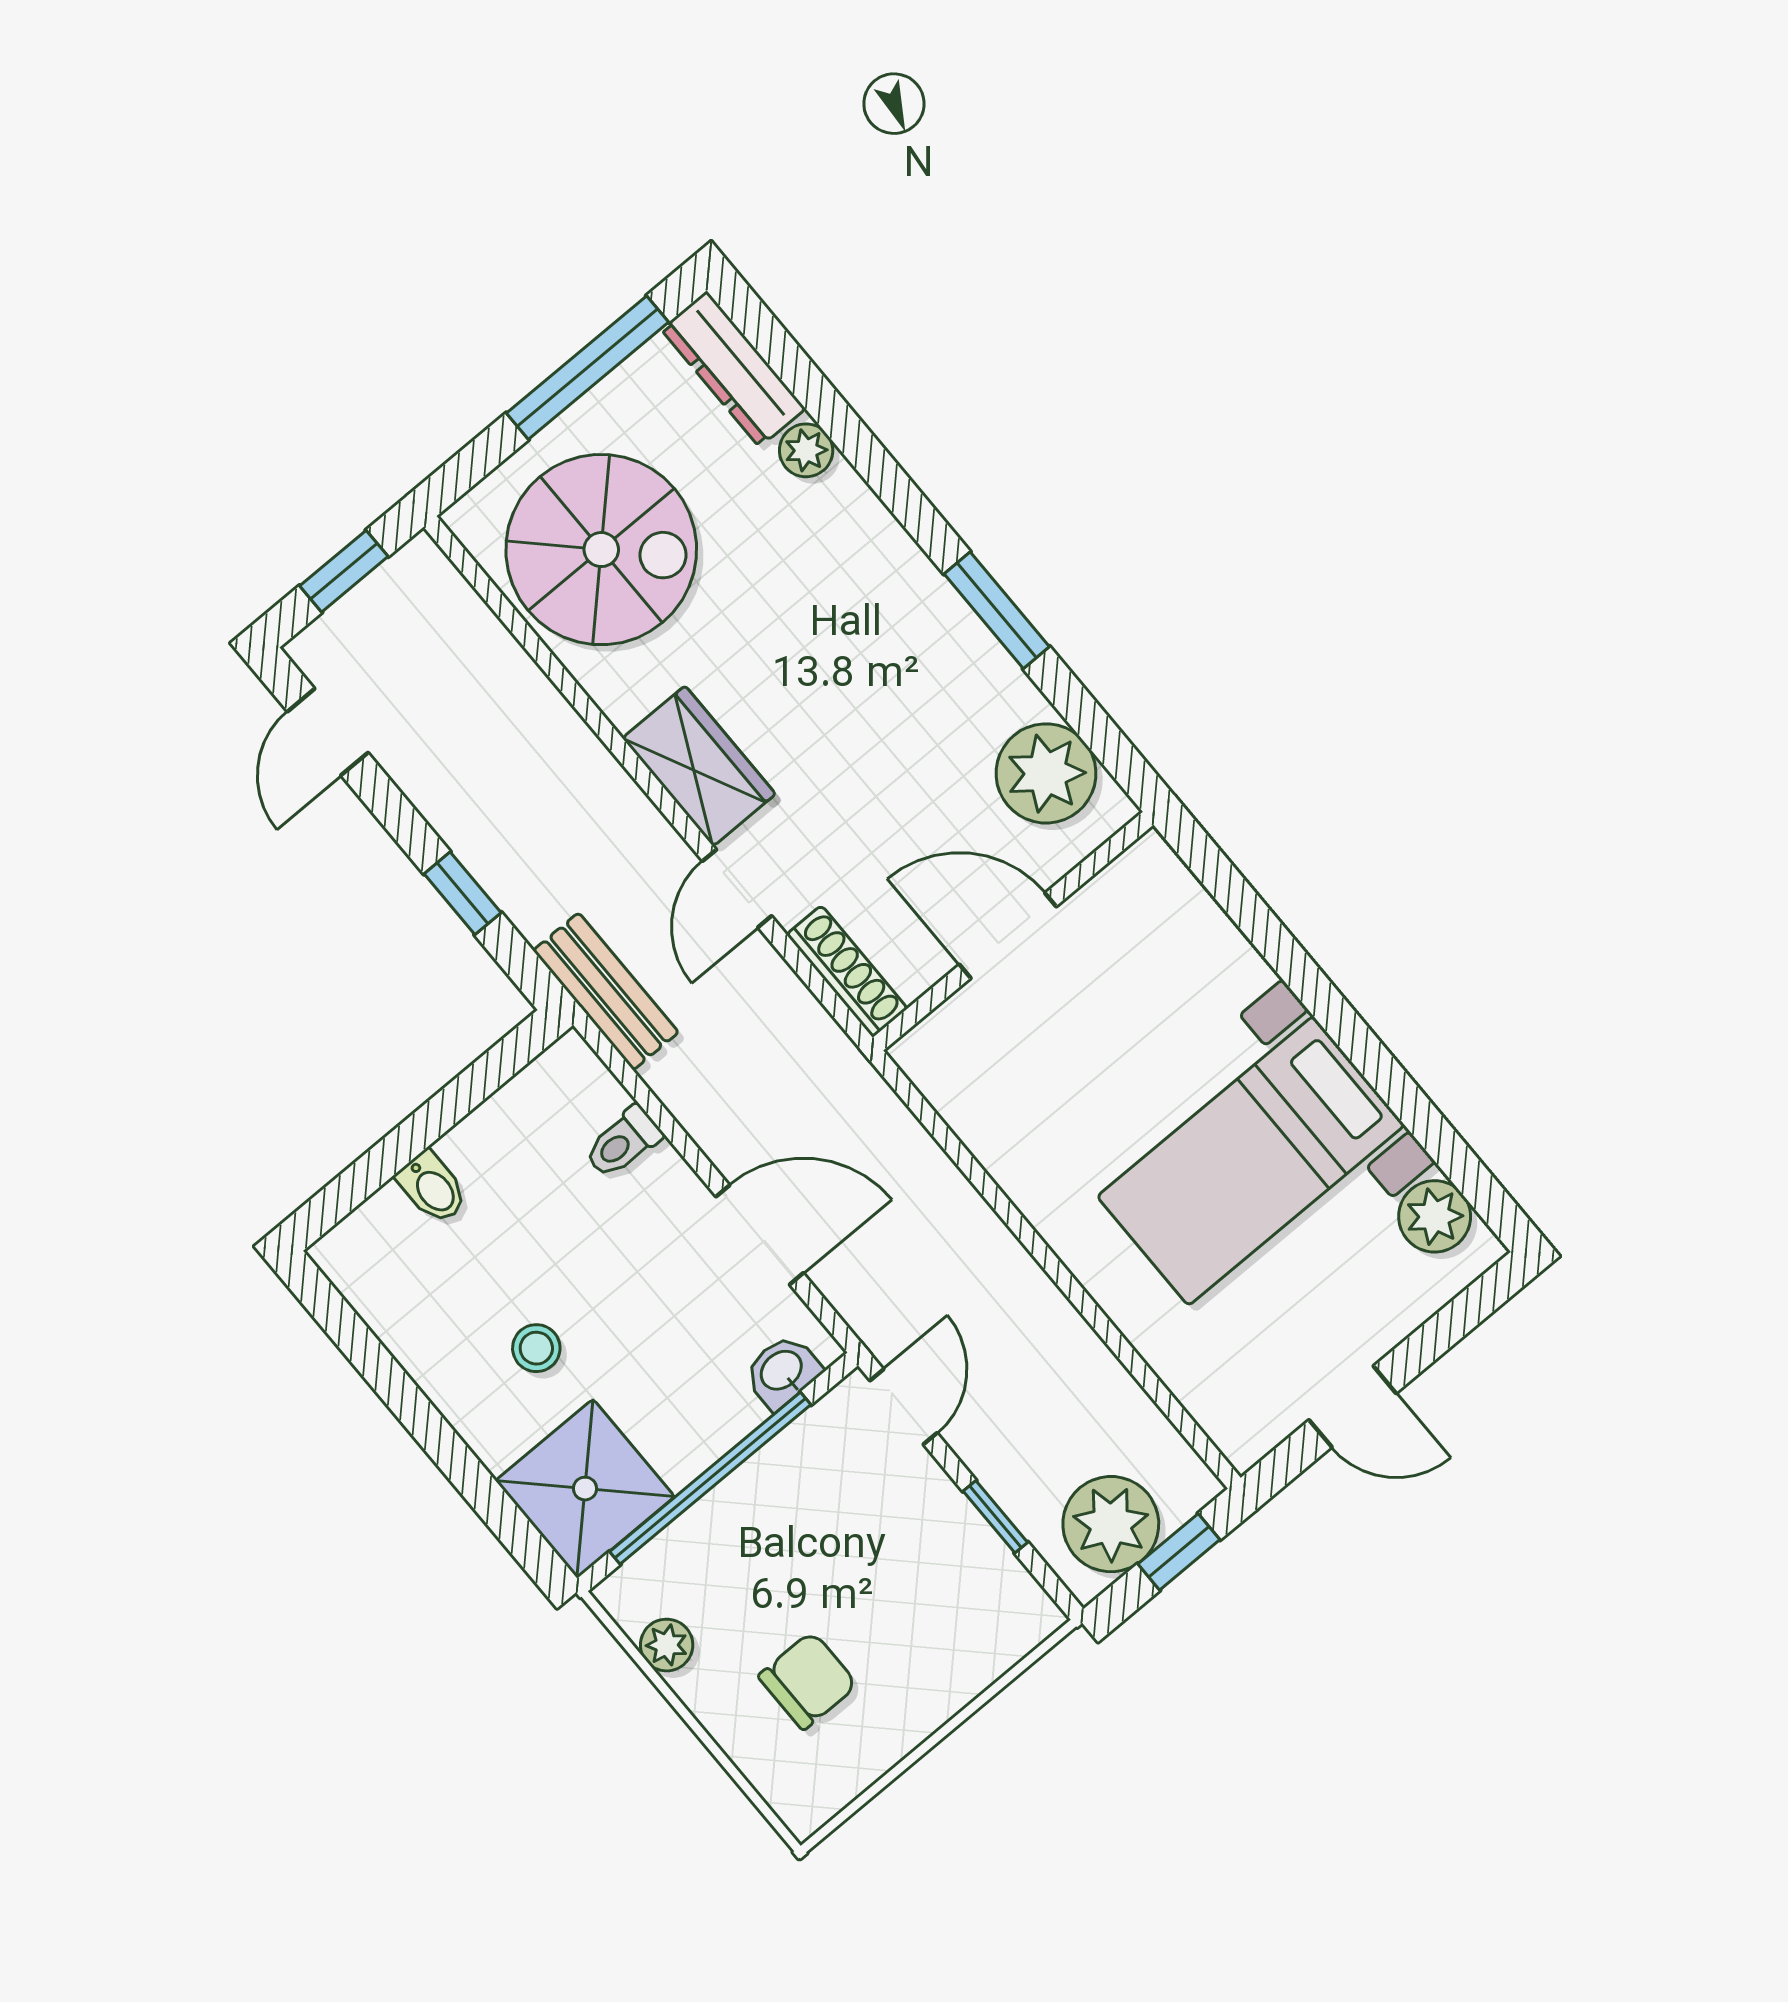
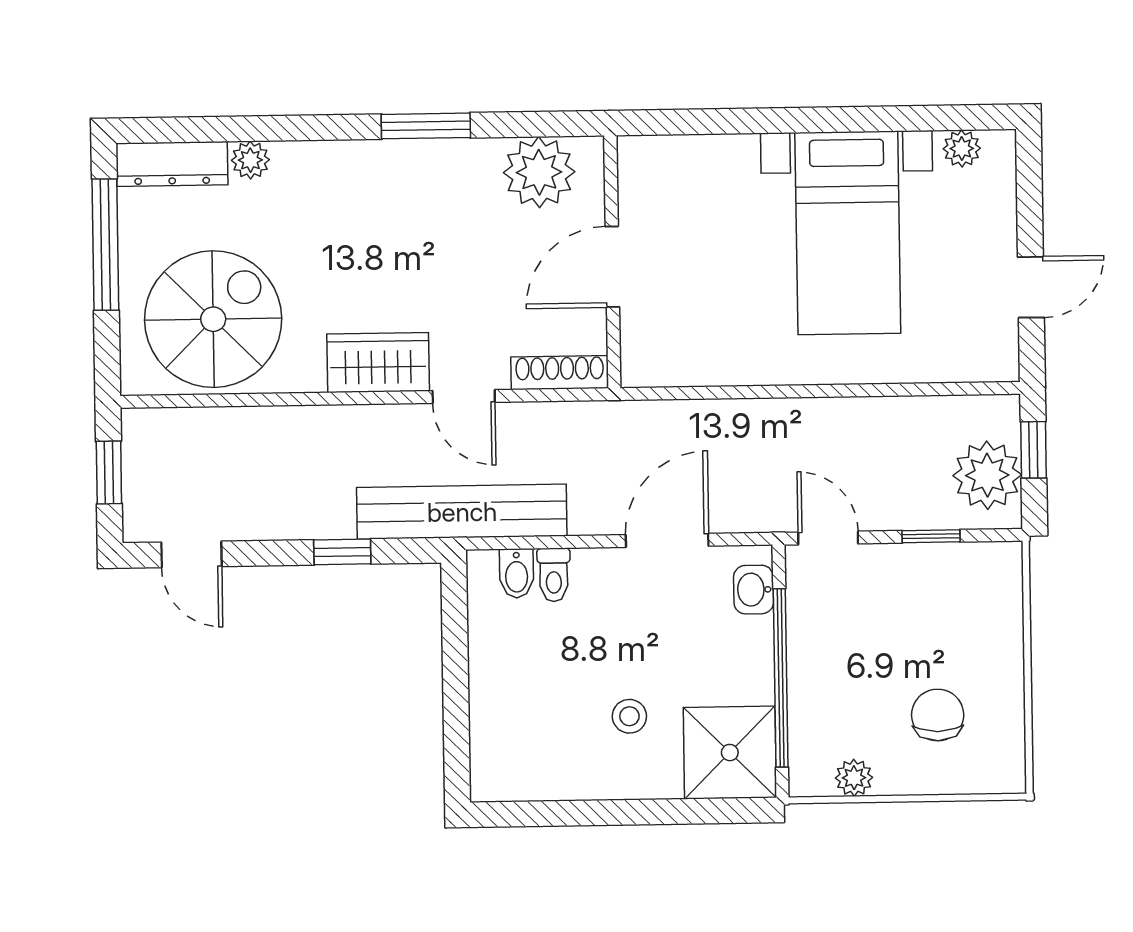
bench: (606, 991) -> (462, 512), width x1.86, depth x1.21
bidet: (432, 1187) -> (517, 573), moved, turned 90
plant: (1435, 1216) -> (962, 149), width x0.73, depth x0.73

